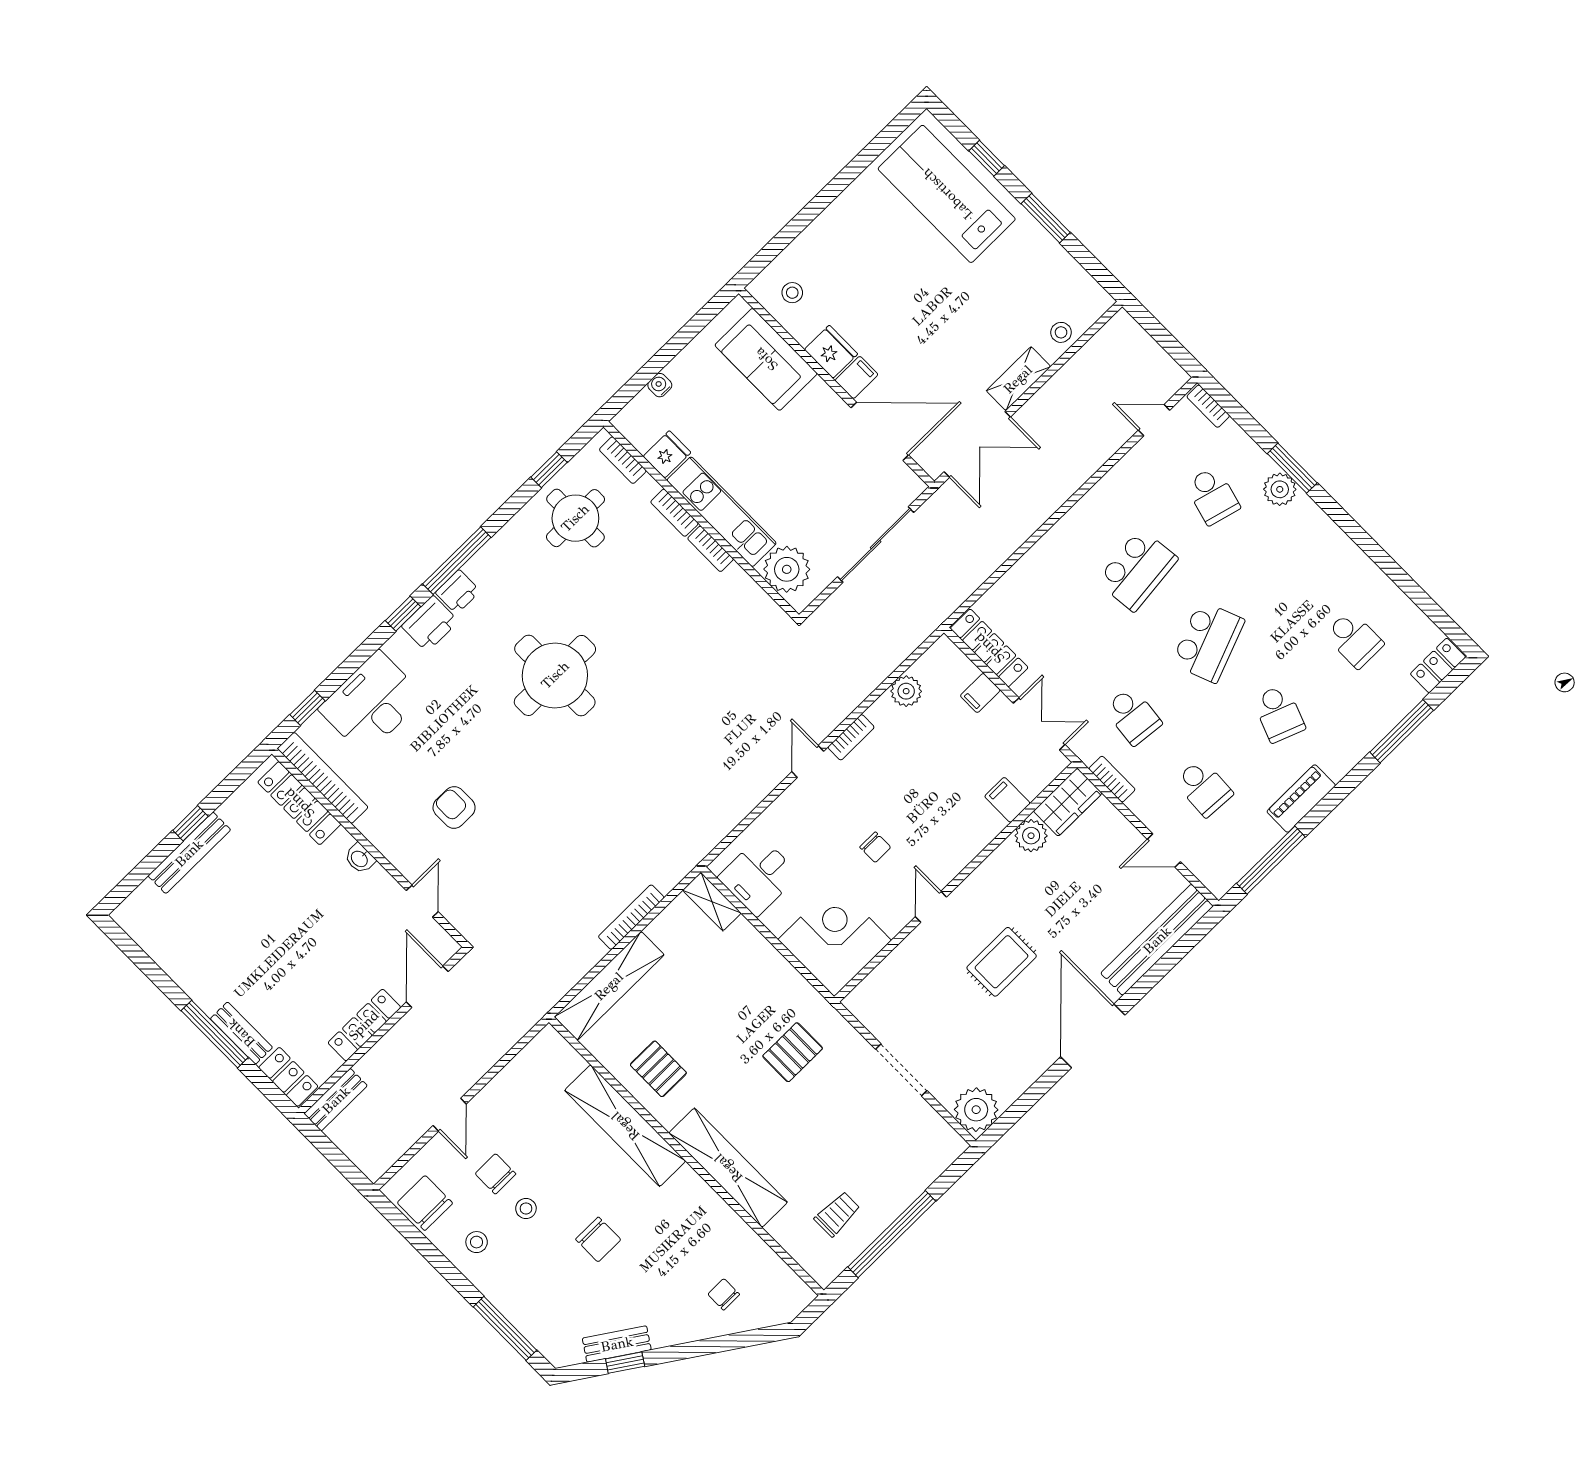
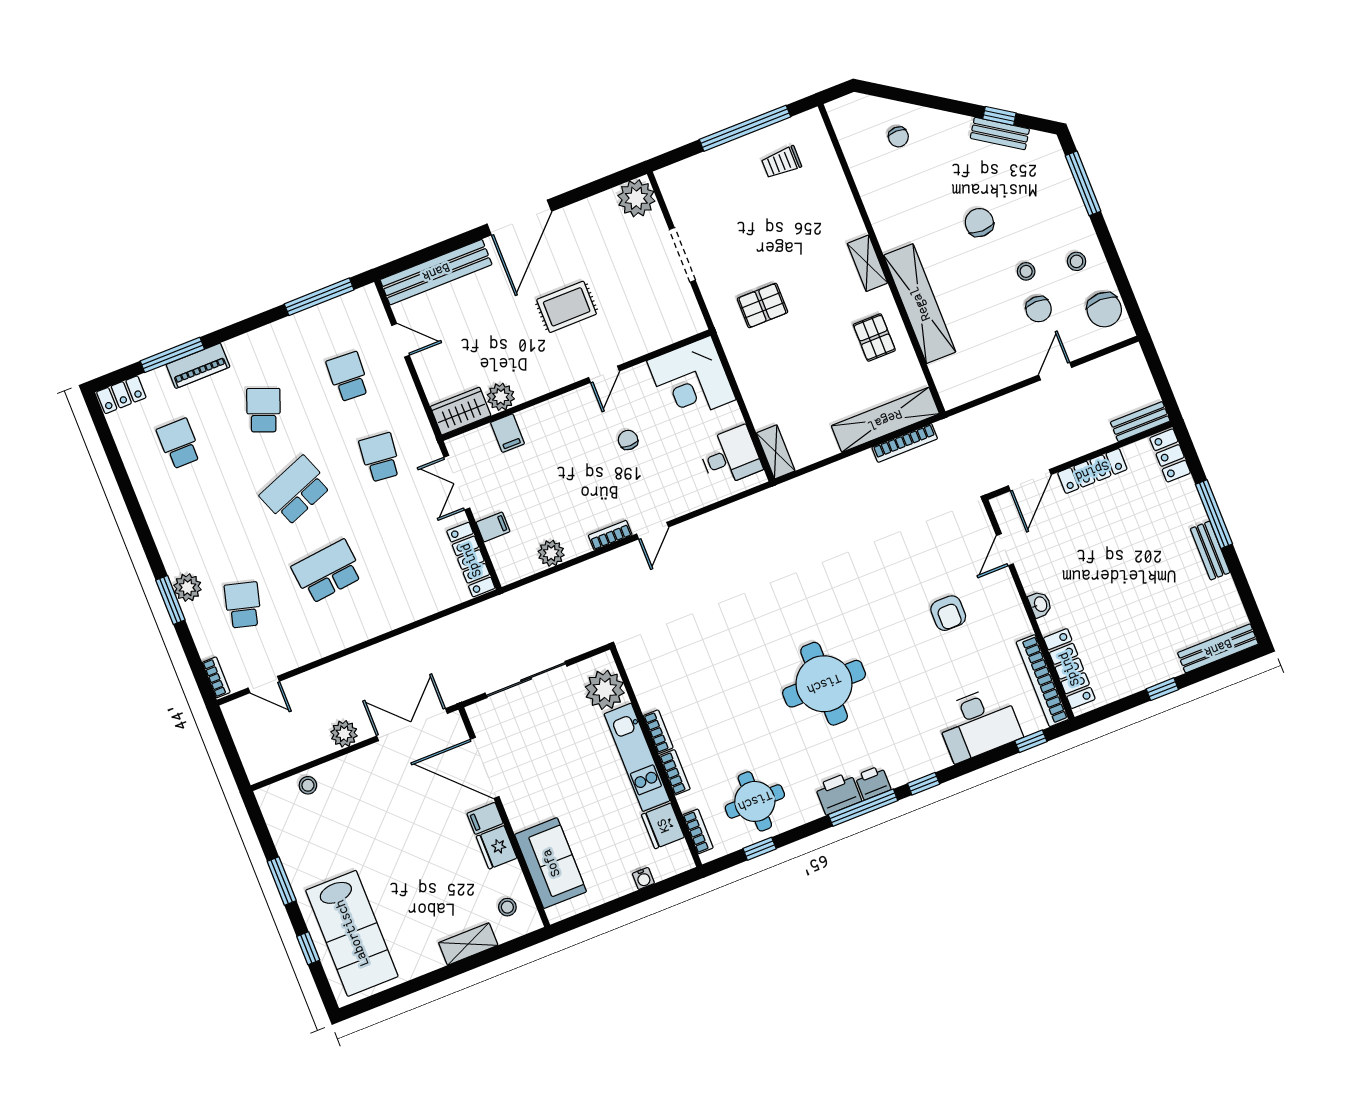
shelving: (1018, 379) -> (468, 944), moved
plant: (1046, 404) -> (344, 734), added
fridge: (667, 454) -> (663, 826), width x1.38
printer: (430, 624) -> (838, 793), moved
bookcase: (1112, 779) -> (418, 414), removed
piano: (1301, 798) -> (198, 366), moved
bench: (189, 853) -> (1218, 648), moved
bookcase: (631, 917) -> (905, 443), moved
bench: (241, 1033) -> (1210, 551), moved
shelving: (728, 1168) -> (867, 263), width x0.45, depth x0.75

